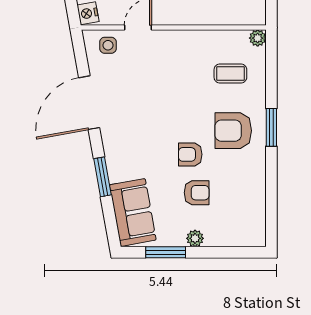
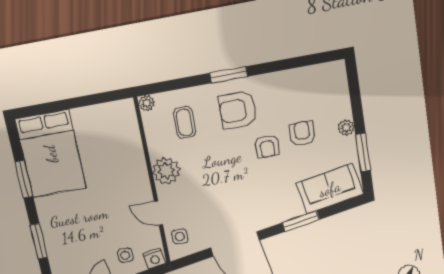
plant: (183, 45) -> (166, 171), added
armchair: (233, 131) -> (238, 110), turned 90

